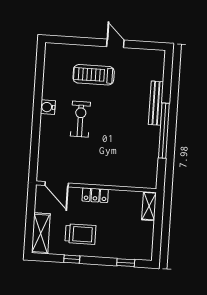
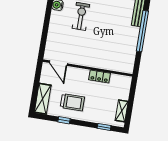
locker: (95, 195) -> (99, 76), moved
shelving: (149, 206) -> (122, 111), moved

